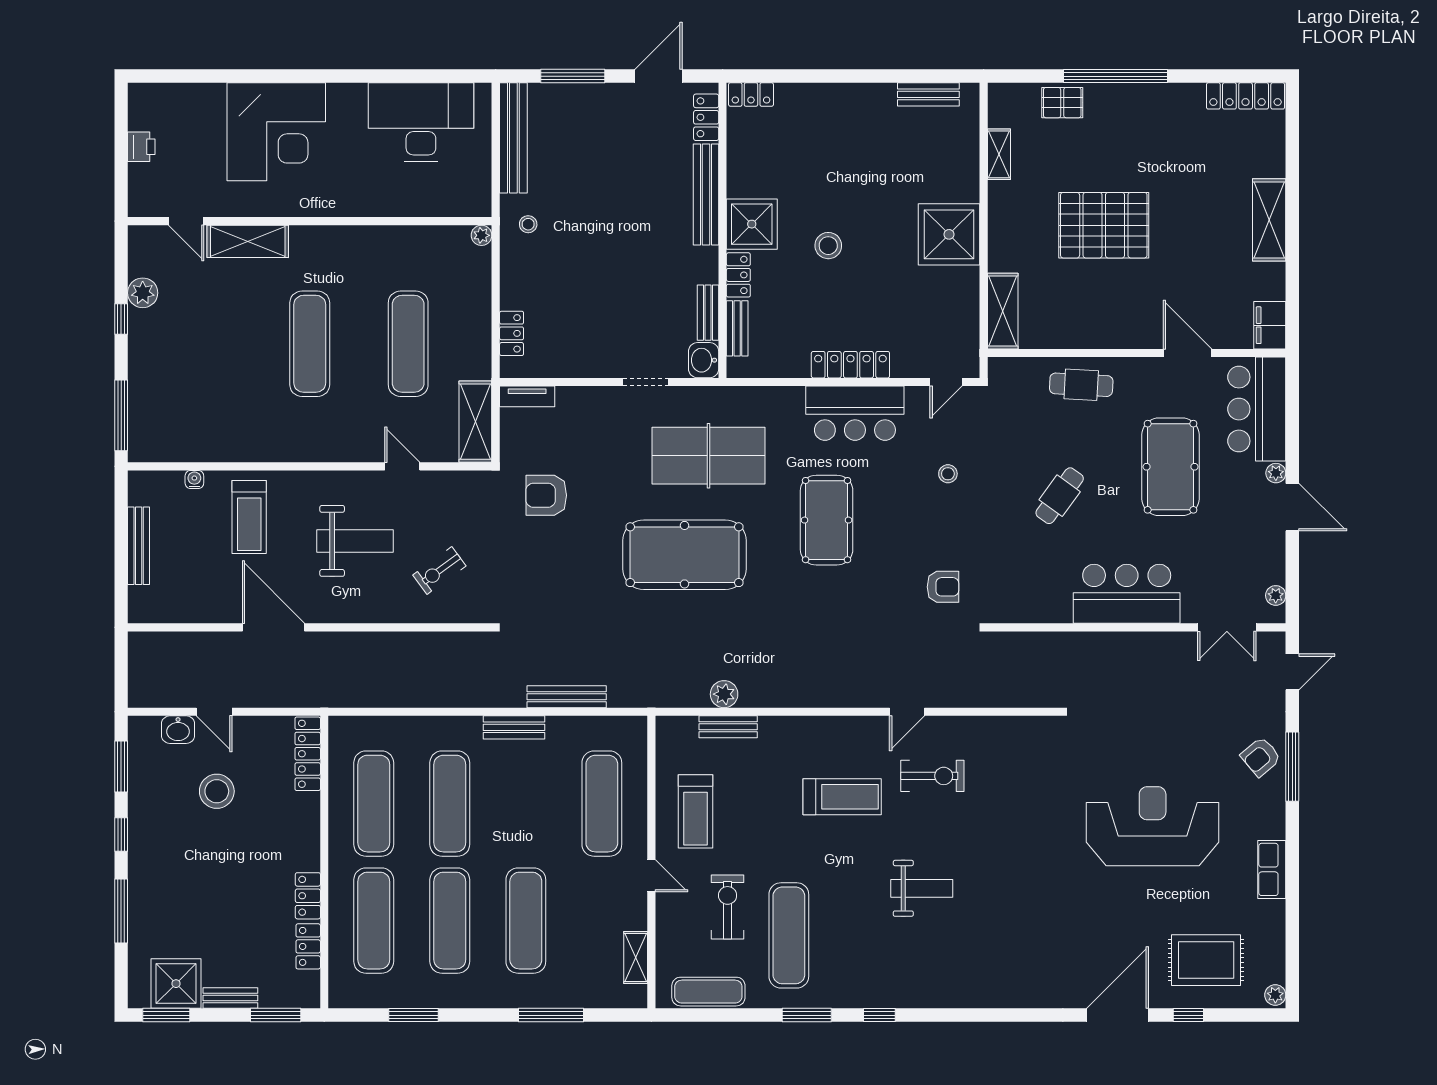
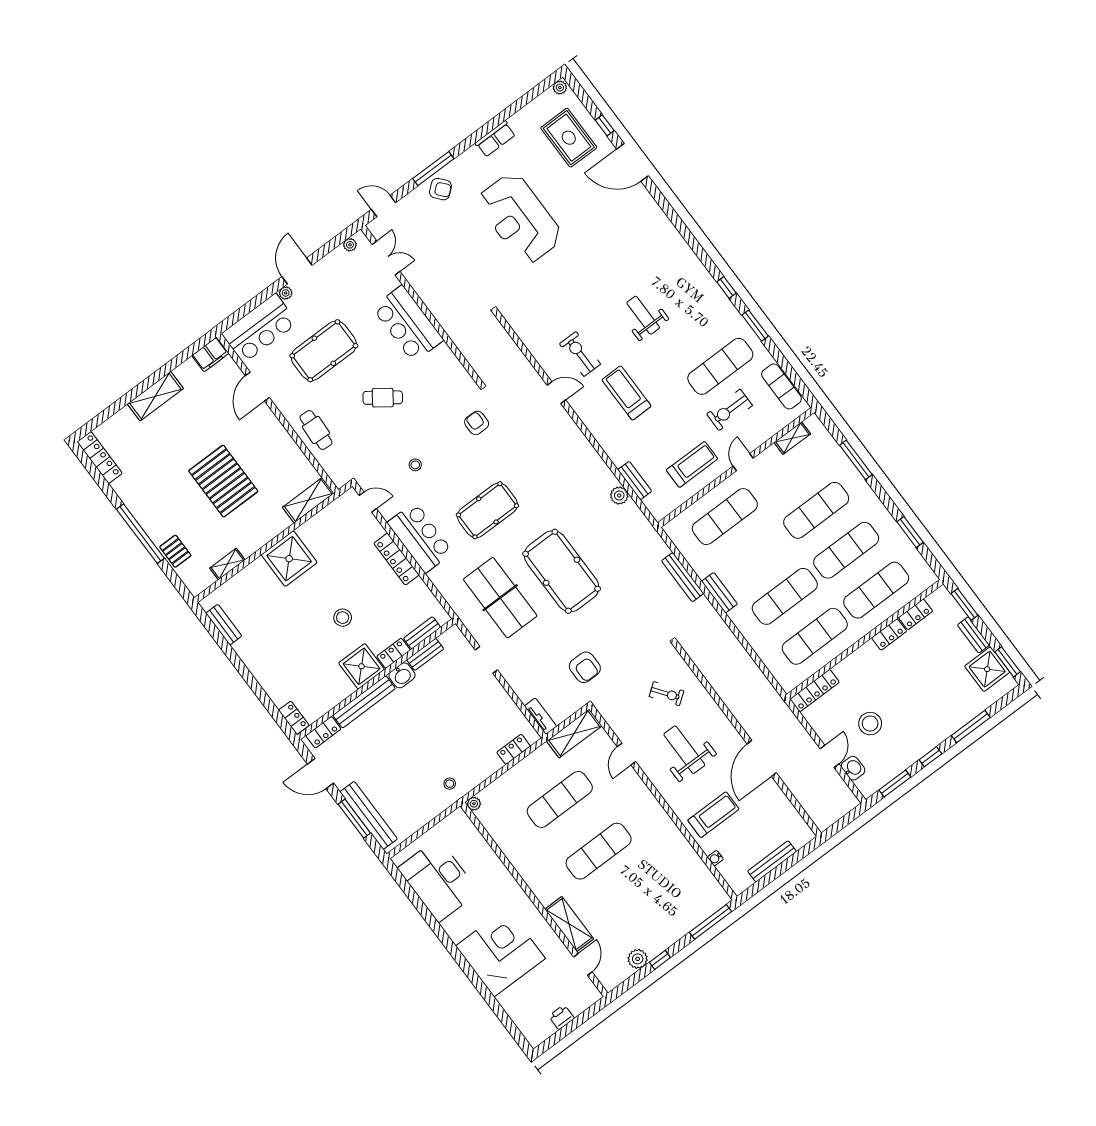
bench: (513, 138) -> (369, 815), moved, turned 90
washbasin: (704, 360) -> (402, 675), moved

